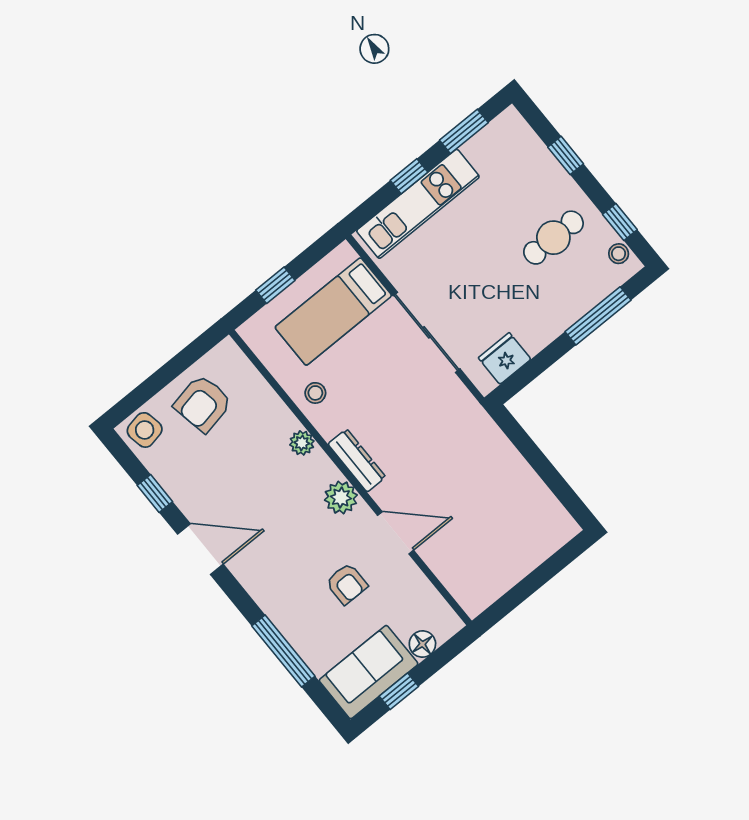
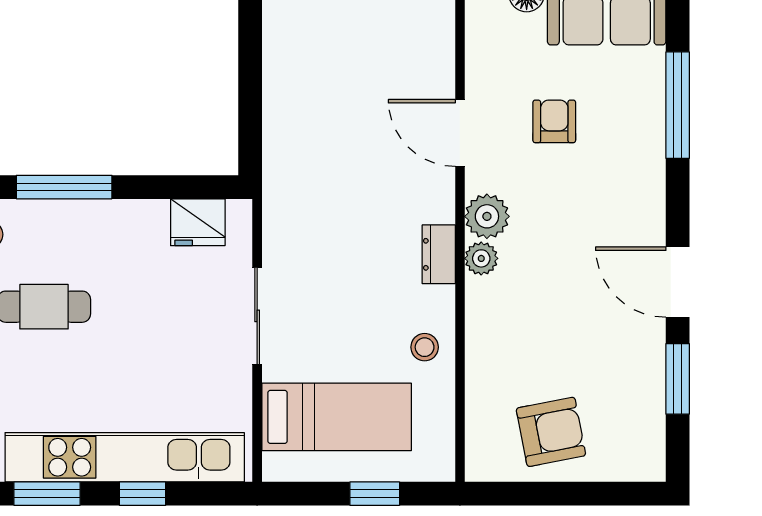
kitchen unit: (418, 204) -> (125, 457), width x1.36
sliding door: (426, 332) -> (257, 316), width x0.73
side table: (145, 430) -> (634, 454), removed
plant: (302, 443) -> (481, 258), moved
dresser: (357, 460) -> (439, 254), width x0.70
window: (155, 493) -> (678, 379), width x1.50

